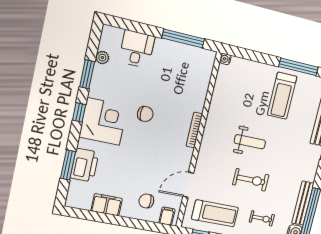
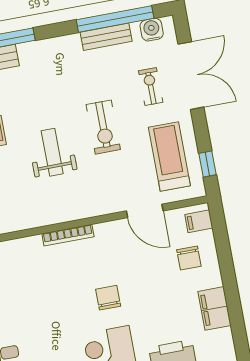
chair: (145, 114) -> (108, 298), moved
exercise bike: (251, 180) -> (103, 127), turned 180
bench: (303, 203) -> (106, 37), width x0.73

